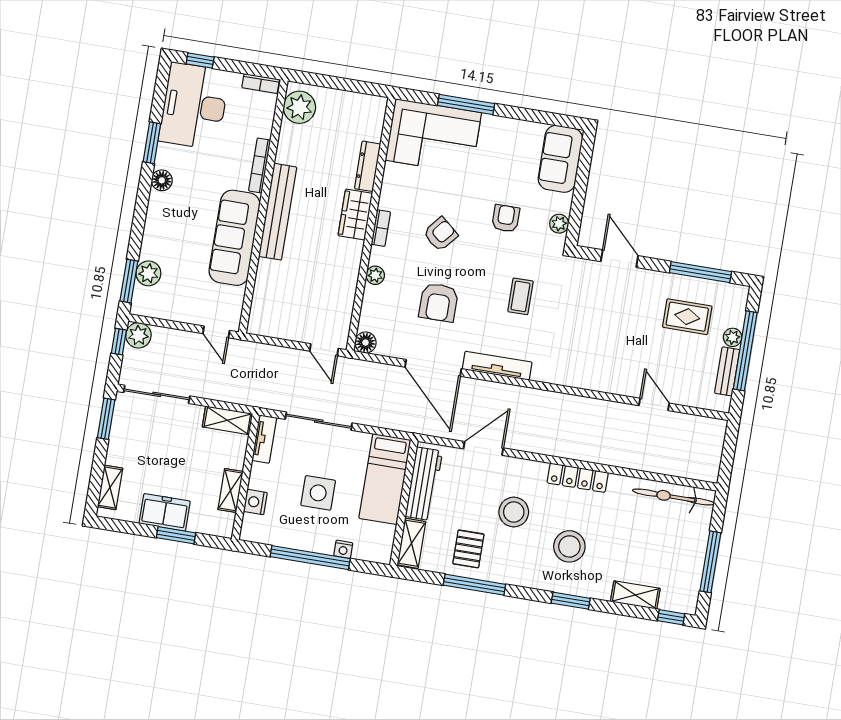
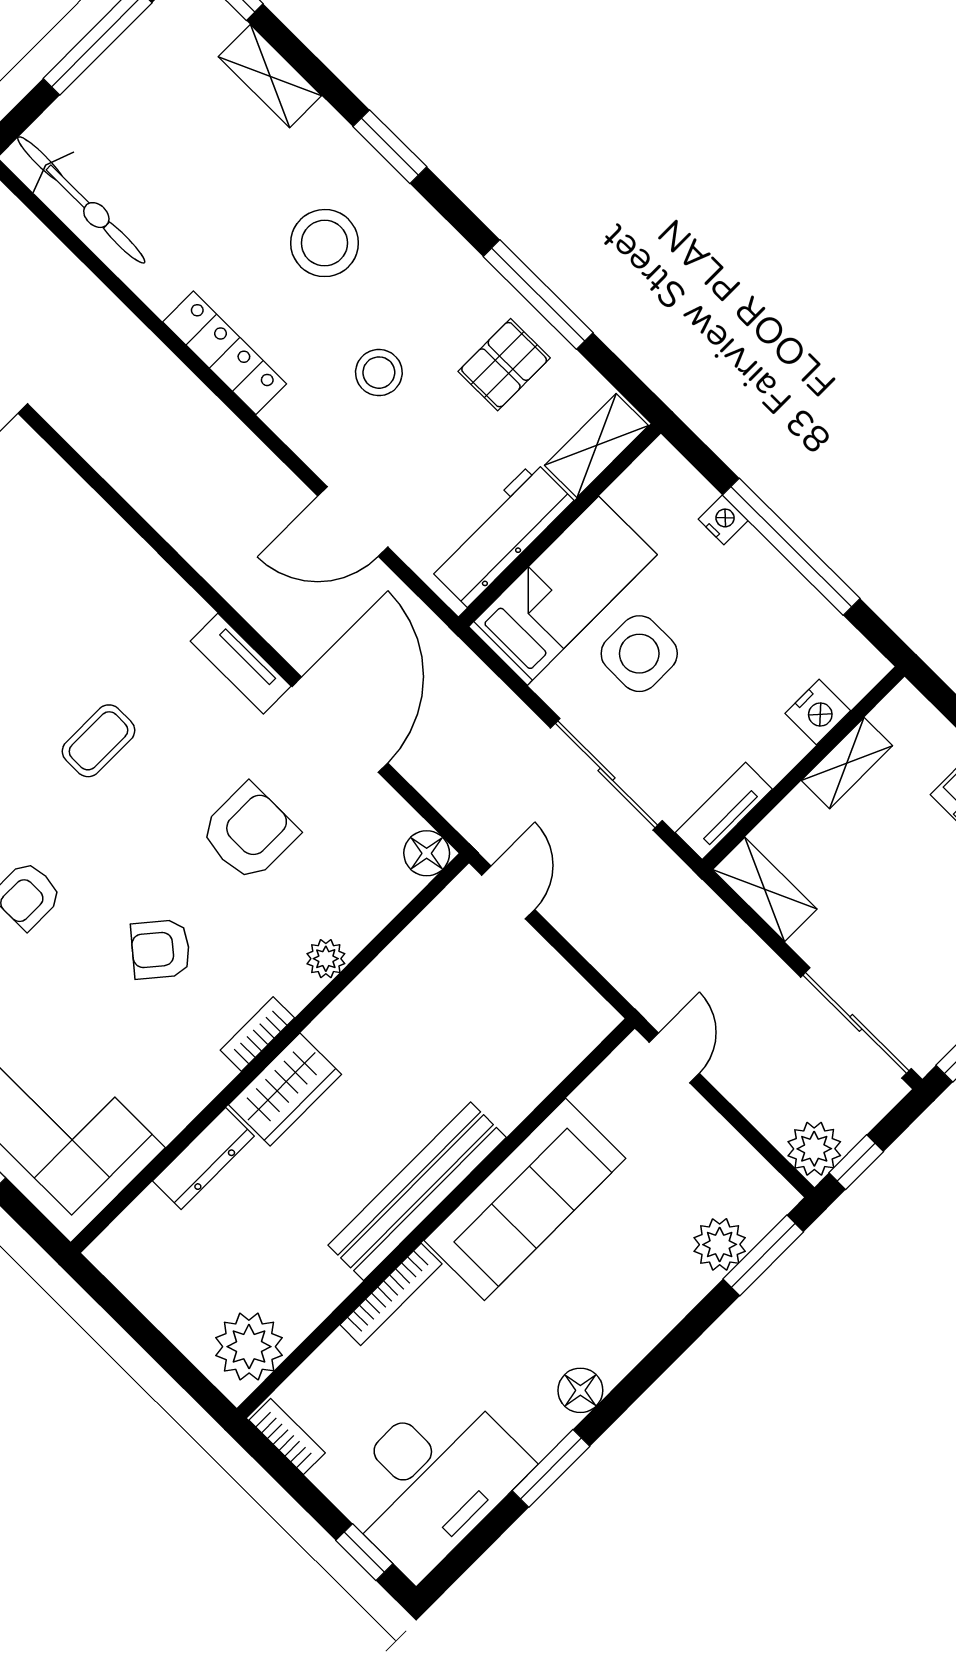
tv unit: (497, 366) -> (241, 664), width x0.71
side table: (318, 493) -> (639, 654), moved
stool: (514, 512) -> (379, 373), width x0.73, depth x0.73

